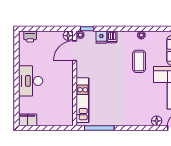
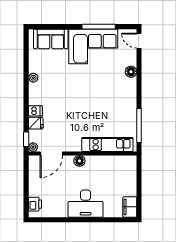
floor lamp: (68, 36) -> (79, 161), moved
door: (75, 51) -> (51, 154), hinge flipped
coffee table: (139, 61) -> (63, 80), removed
floor lamp: (157, 121) -> (131, 72), moved

